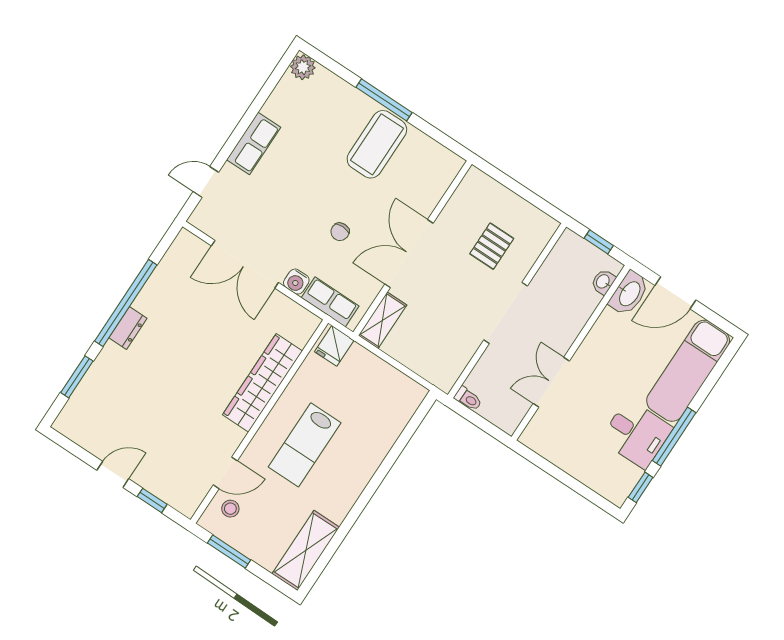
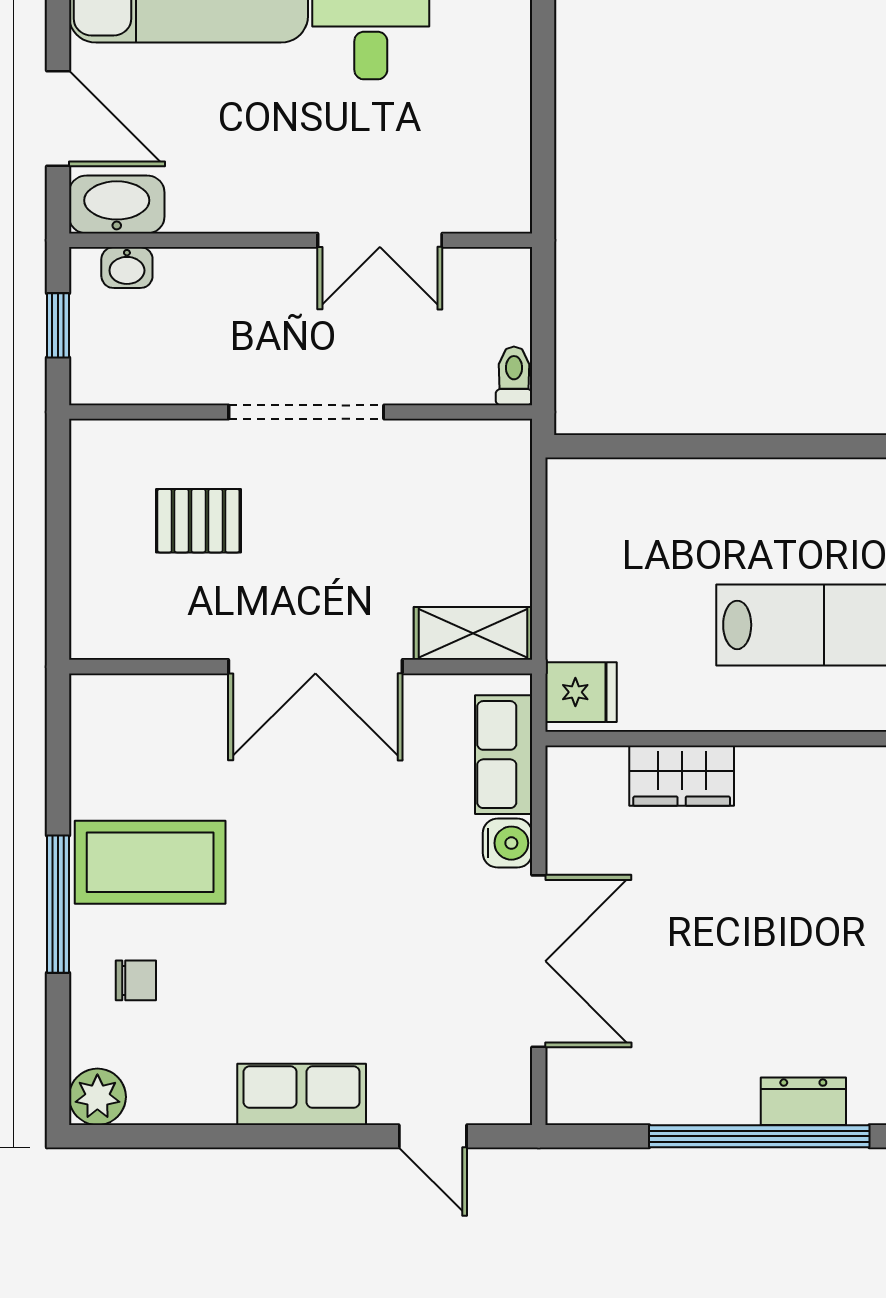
chair: (340, 232) -> (136, 980), moved
wardrobe: (262, 383) -> (682, 776), width x0.48, depth x0.85

